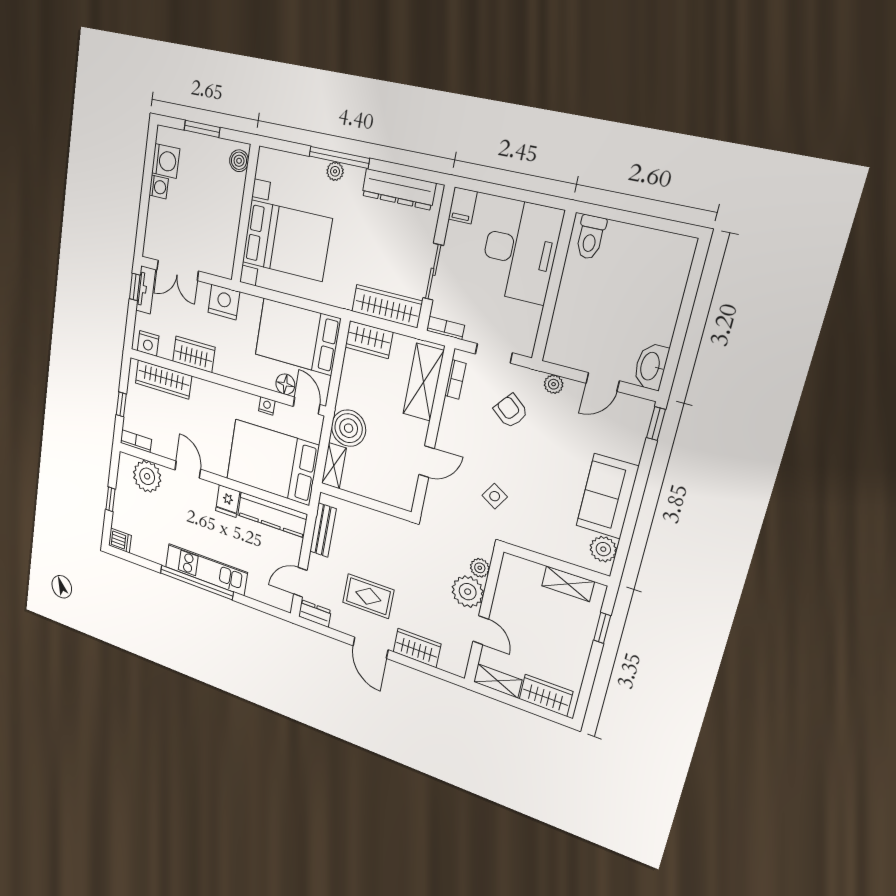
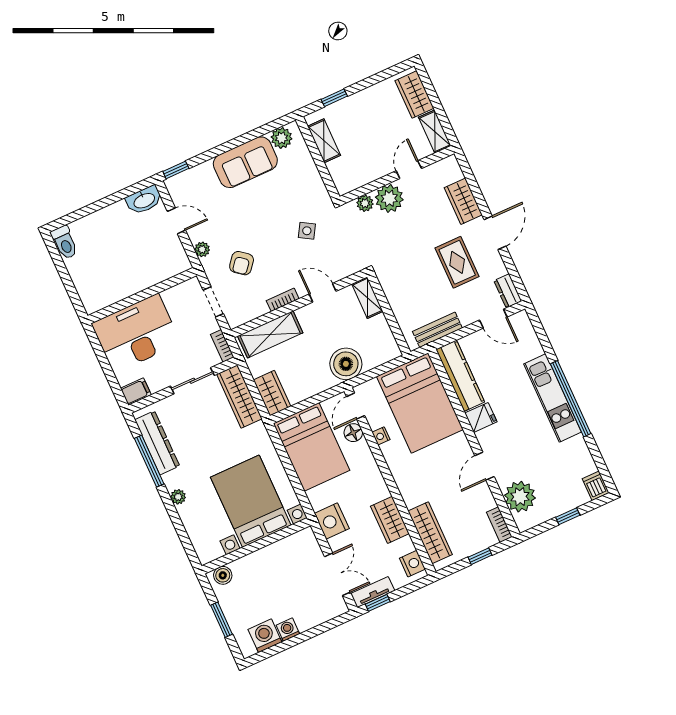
window: (339, 157) -> (149, 461), moved
toilet: (590, 237) -> (64, 242), moved, turned 90
bookcase: (455, 379) -> (283, 300), moved
shelving: (334, 466) -> (367, 298), moved, turned 90

